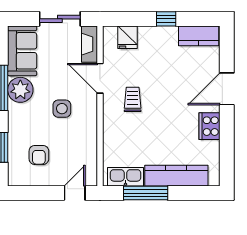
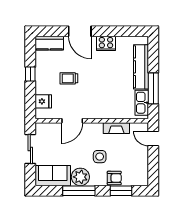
kitchen counter: (199, 36) -> (49, 43), moved, turned 90
fireplace: (90, 44) -> (116, 128), moved
trolley: (133, 99) -> (69, 78), moved
side table: (62, 109) -> (100, 157), moved
armchair: (39, 155) -> (114, 178), moved

